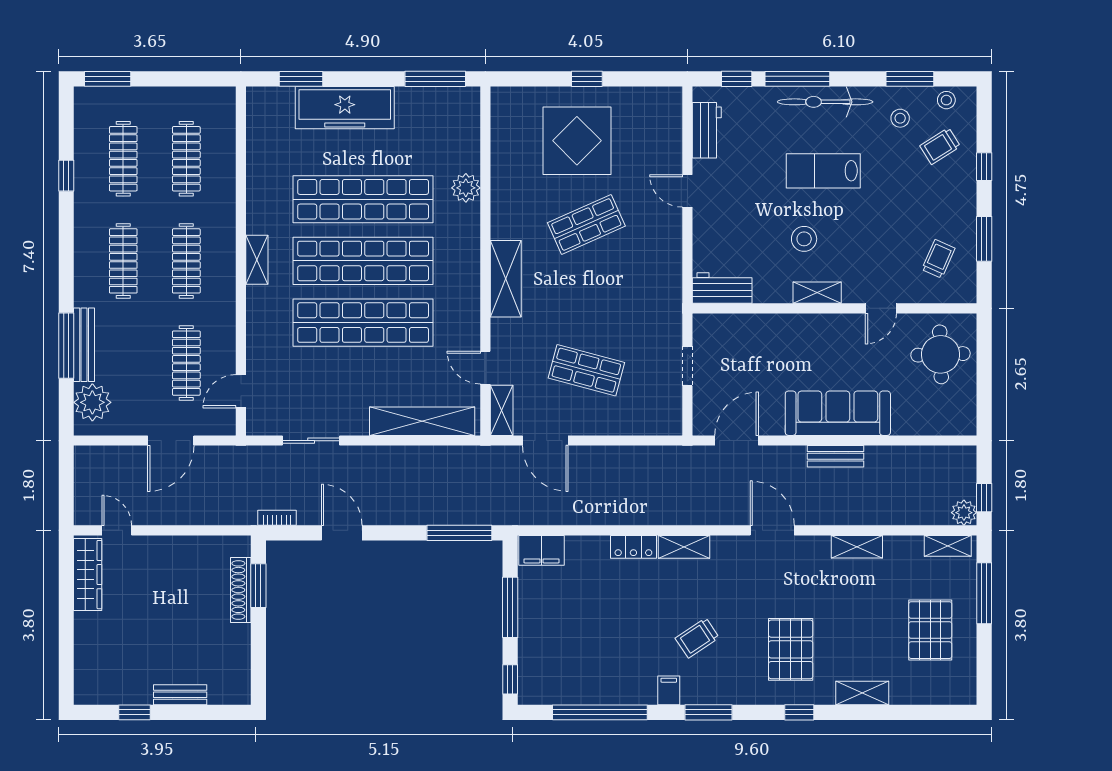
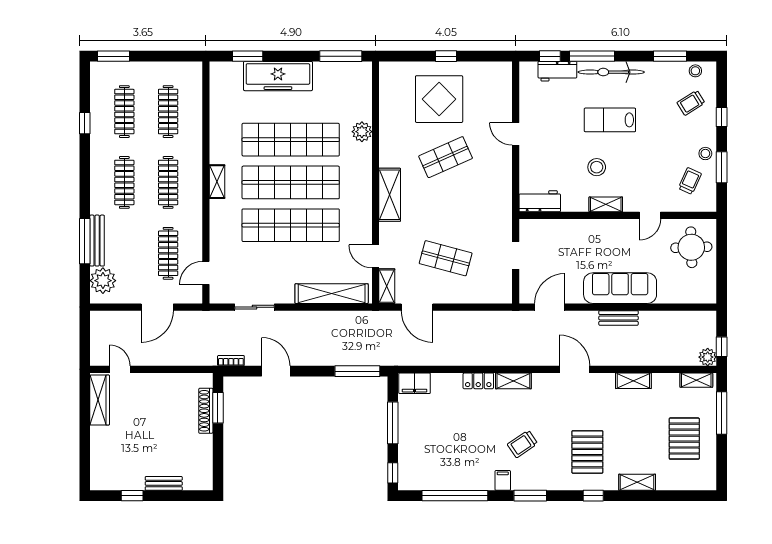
stool: (900, 118) -> (705, 154), moved
workbench: (707, 130) -> (557, 71), moved, turned 90

